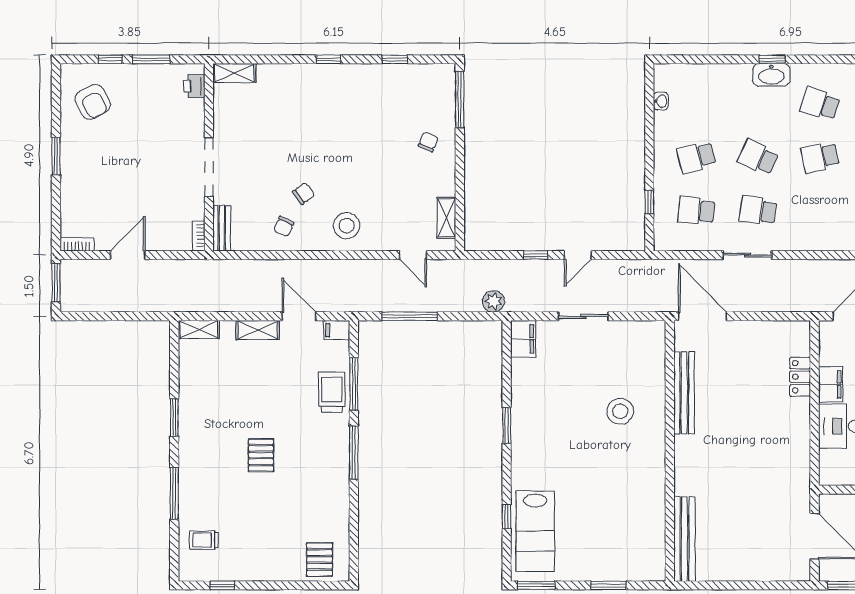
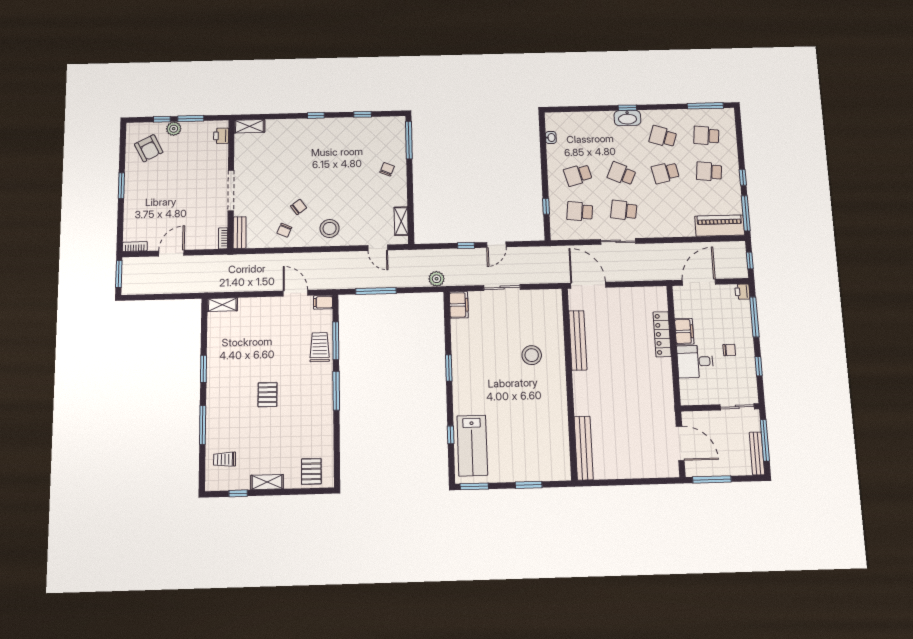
plant: (127, 74) -> (174, 129), added
shelving: (258, 330) -> (267, 482), moved
locker: (800, 377) -> (662, 334), width x1.53

